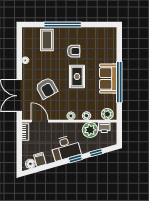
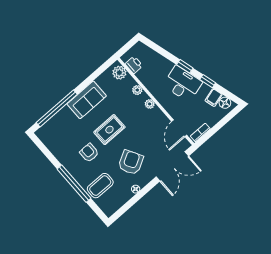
window: (119, 82) -> (57, 108), moved
armchair: (47, 88) -> (131, 162), moved
plant: (90, 130) -> (147, 76), removed
window: (96, 153) -> (208, 81), moved

